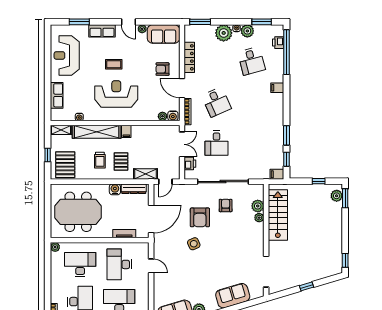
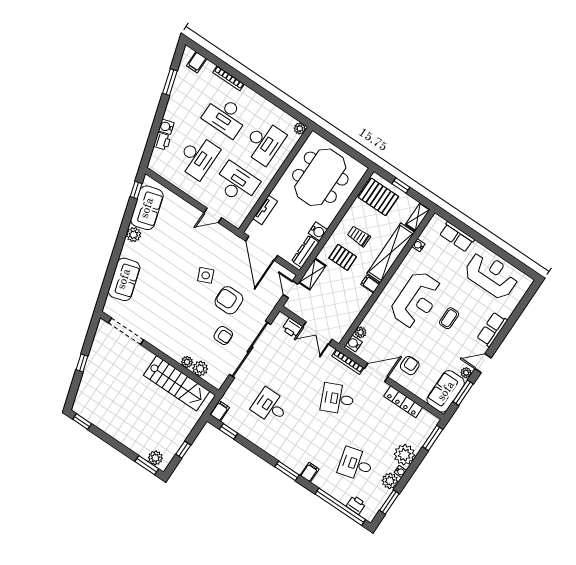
window: (79, 22) -> (463, 393), moved
window: (287, 135) -> (287, 471), moved
desk: (216, 143) -> (270, 406), moved

